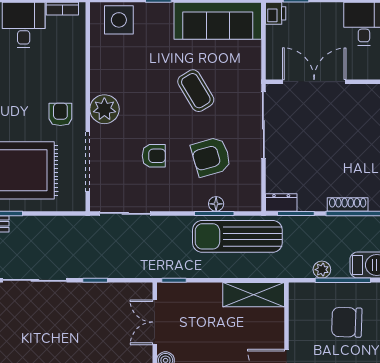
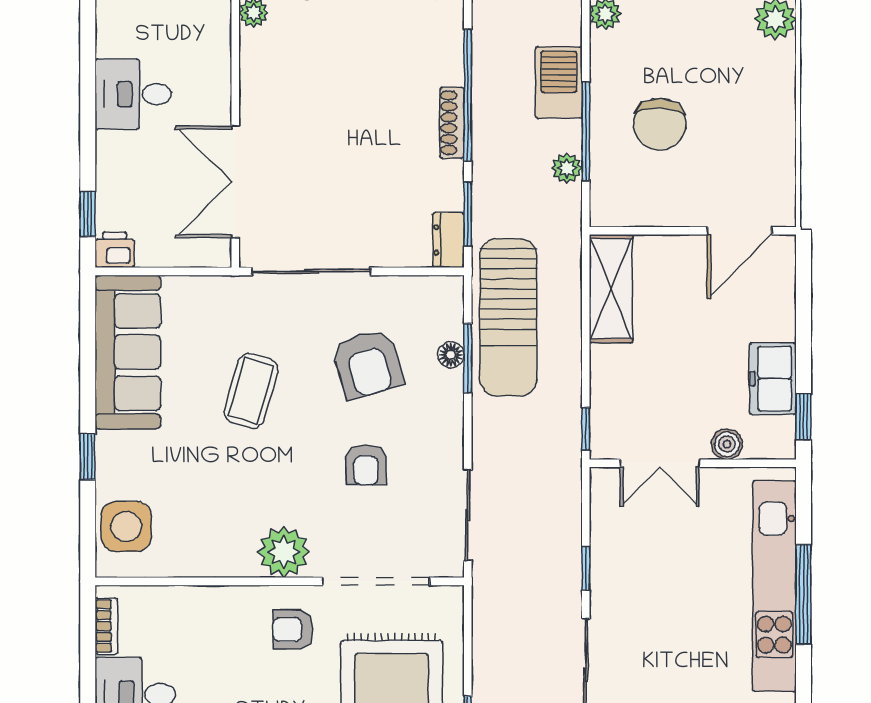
coffee table: (196, 91) -> (251, 391), turned -43
armchair: (154, 156) -> (366, 465), turned 180

